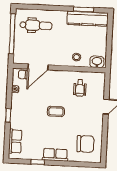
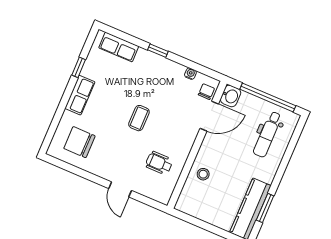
washbasin: (97, 62) -> (230, 96), moved
door: (38, 67) -> (209, 116), swing flipped
chair: (85, 144) -> (79, 142), turned 90

